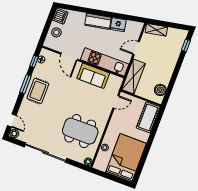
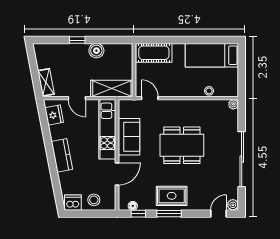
fridge: (118, 25) -> (54, 115), moved
window: (186, 45) -> (77, 40), moved
boiler: (160, 90) -> (96, 51), moved
dining table: (80, 131) -> (182, 145), moved, turned 90
bed: (126, 158) -> (212, 55), width x0.67

